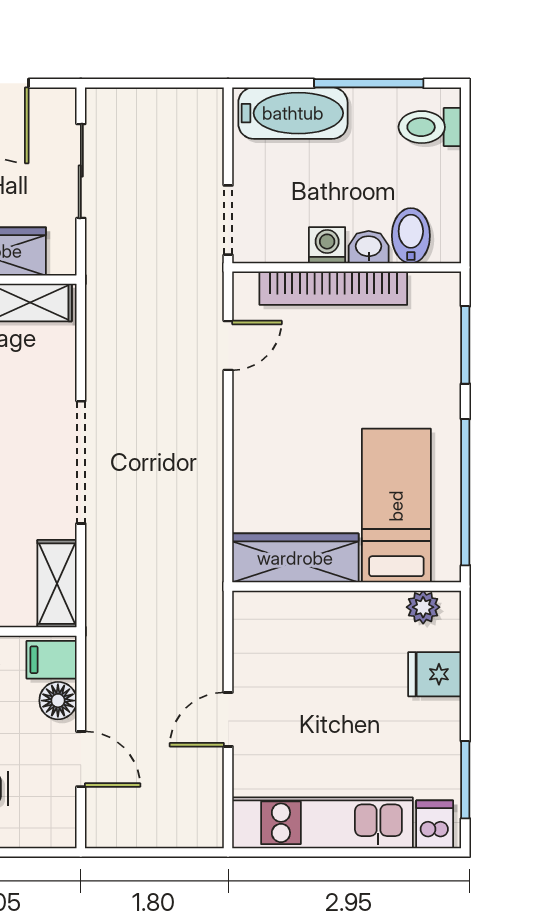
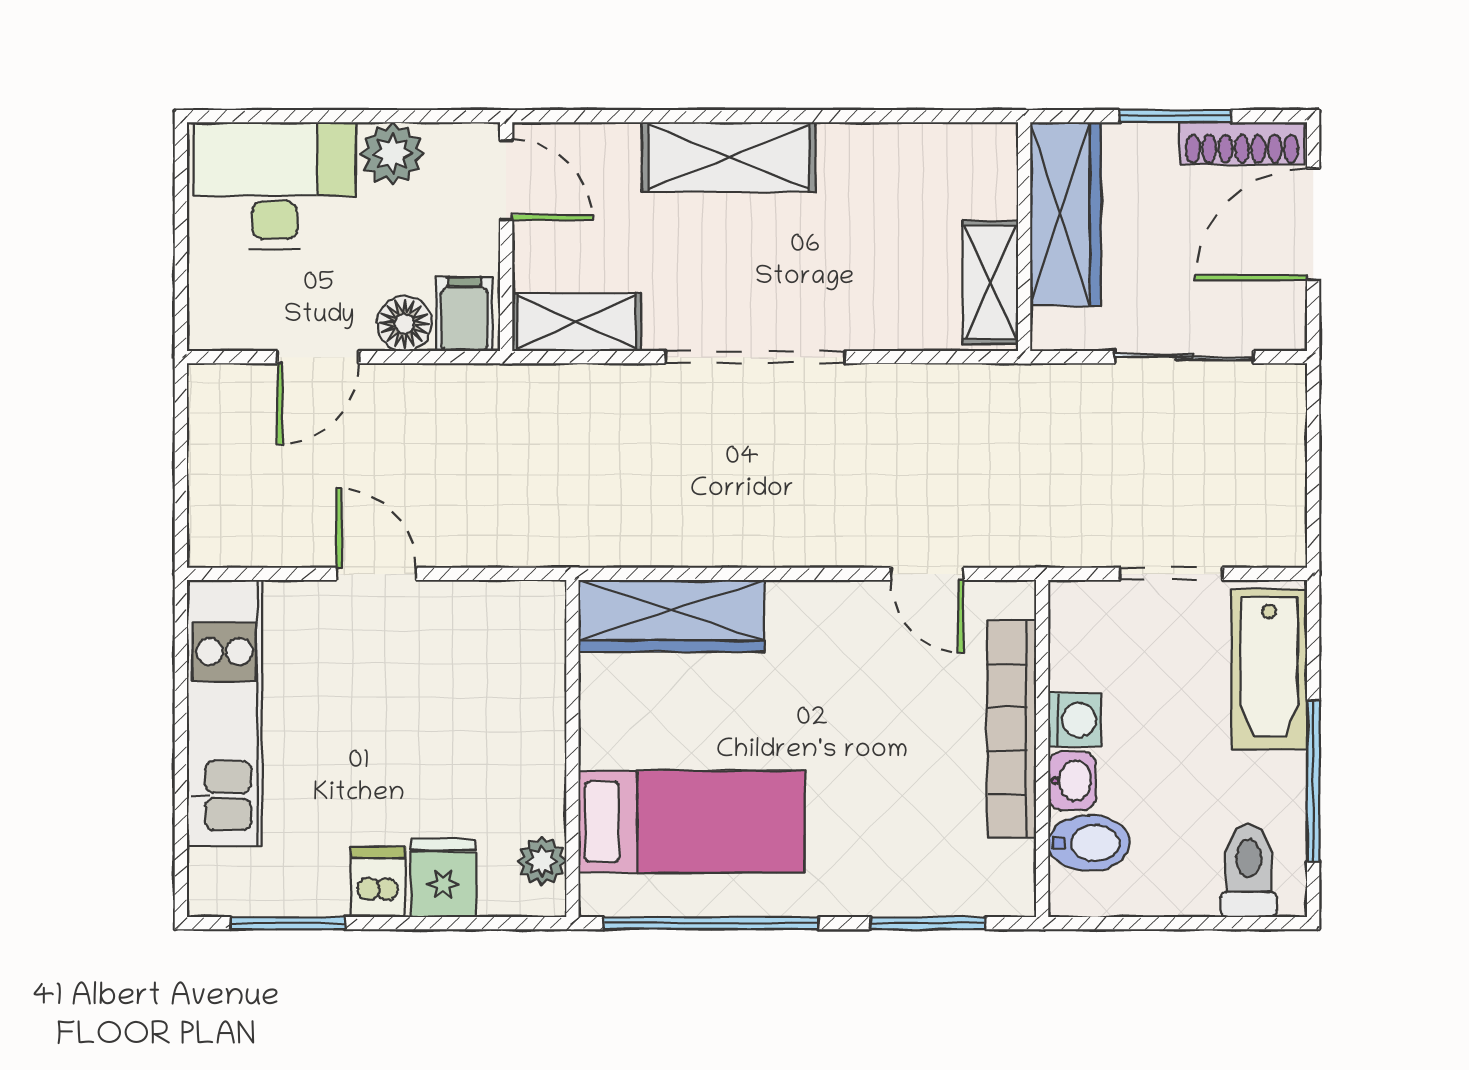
doorway: (228, 220) -> (1171, 574), moved
wardrobe: (295, 558) -> (671, 616), moved, turned 90
dishwasher: (435, 824) -> (378, 882), moved, turned -90

